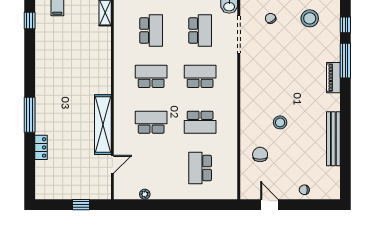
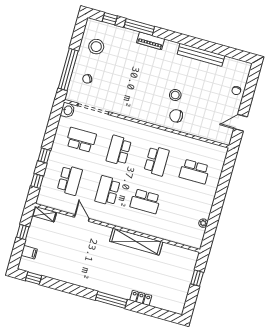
school desk: (151, 31) -> (70, 180), turned 90
school desk: (151, 122) -> (145, 201), turned -90
chair: (260, 154) -> (176, 116), moved
door: (112, 164) -> (82, 218), moved

